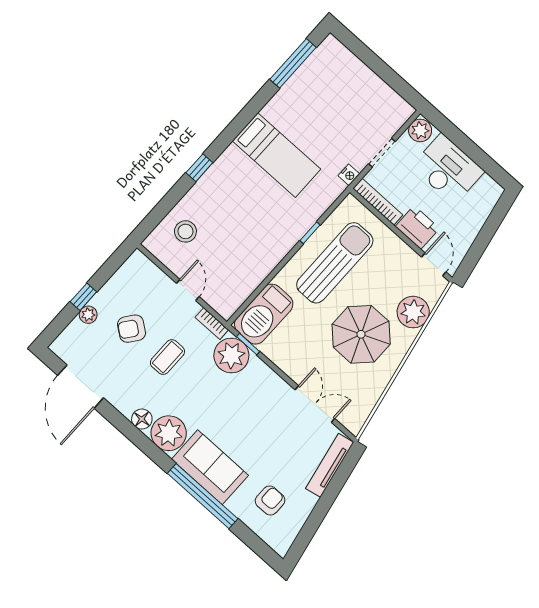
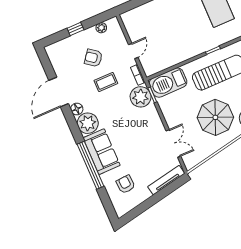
stool: (185, 231) -> (146, 19), removed
plant: (88, 315) -> (101, 28), moved
door: (81, 387) -> (59, 92), moved
armchair: (270, 501) -> (126, 184), turned -94

